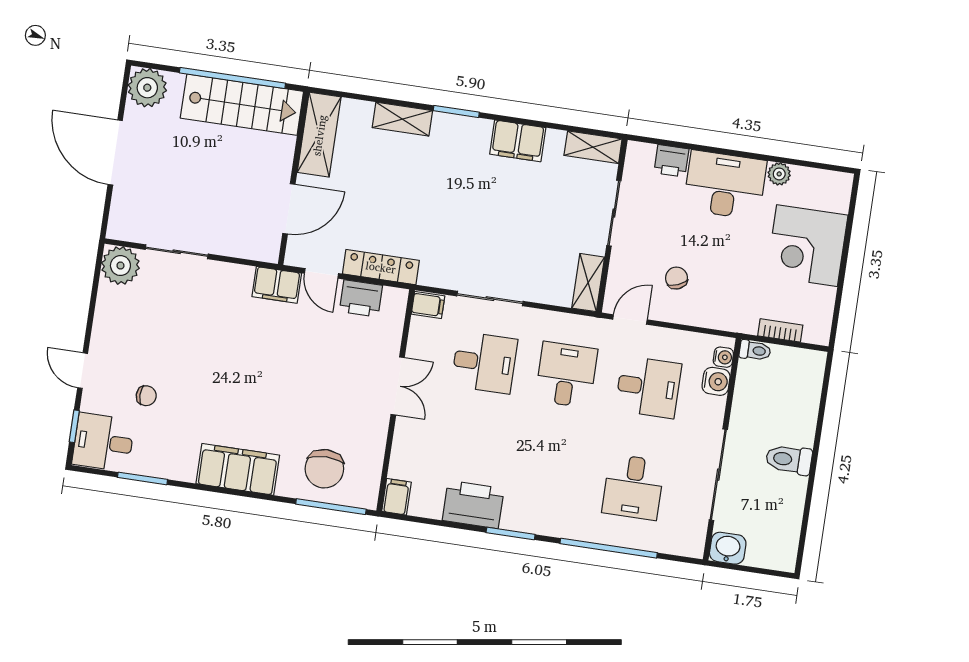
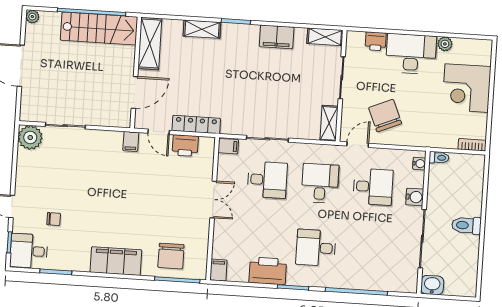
plant: (147, 88) -> (32, 17), width x0.53, depth x0.53
chair: (676, 278) -> (385, 116), width x1.87, depth x1.87
filing cabinet: (277, 285) -> (131, 141), width x0.50
bookcase: (780, 330) -> (472, 145), moved
water cooler: (716, 381) -> (415, 197), moved
desk: (633, 487) -> (316, 248), moved, turned 90

